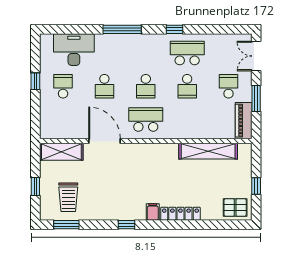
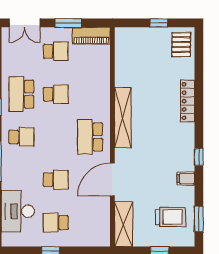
school desk: (146, 86) -> (21, 137), moved
school desk: (229, 86) -> (56, 51), turned 180
shelving: (208, 151) -> (123, 117), moved
filing cabinet: (153, 212) -> (186, 179), moved

